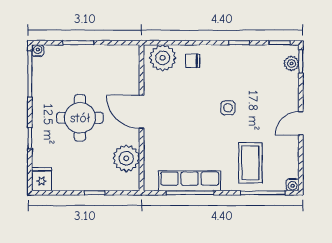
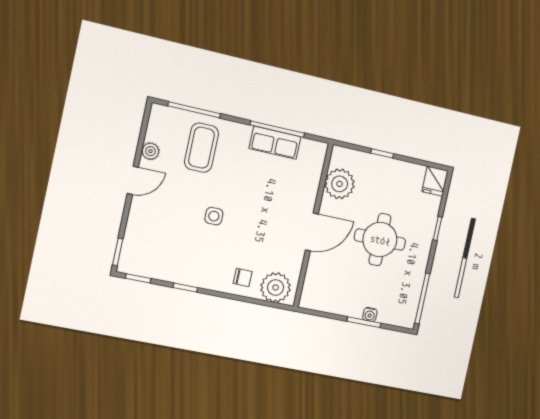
water cooler: (38, 51) -> (370, 314), moved
plant: (291, 63) -> (150, 151), moved
door: (142, 112) -> (312, 232), hinge flipped
row of seats: (190, 181) -> (275, 143), width x0.68
water cooler: (293, 185) -> (157, 111), removed

